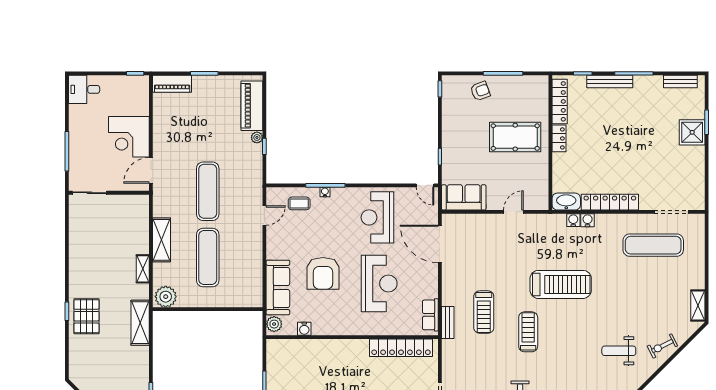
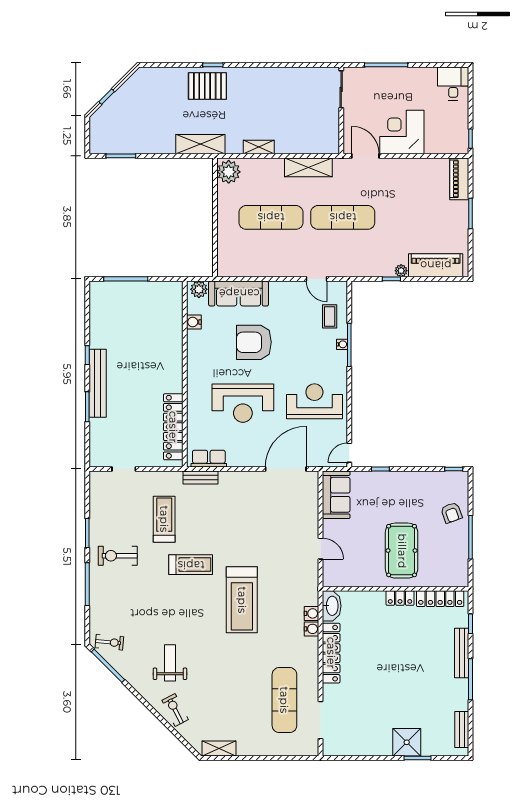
shelving: (162, 240) -> (308, 167), moved
treadmill: (484, 312) -> (164, 519), moved, turned 90

